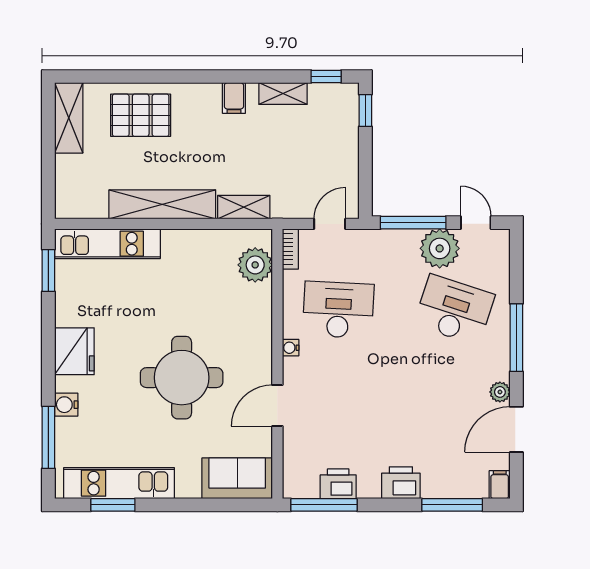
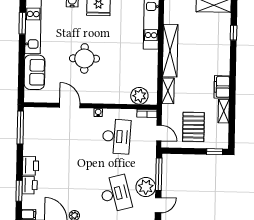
window: (326, 77) -> (234, 33), moved
filing cabinet: (234, 98) -> (222, 87), width x2.00
pallet: (141, 115) -> (193, 127), moved
desk: (454, 310) -> (115, 194), turned -33
round table: (182, 378) -> (84, 58), width x0.73, depth x0.73
sofa: (237, 478) -> (34, 72), moved
printer: (338, 484) -> (30, 185), moved
window: (452, 505) -> (19, 191), width x0.69

